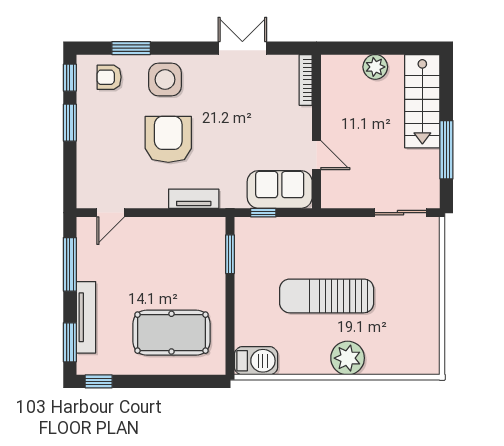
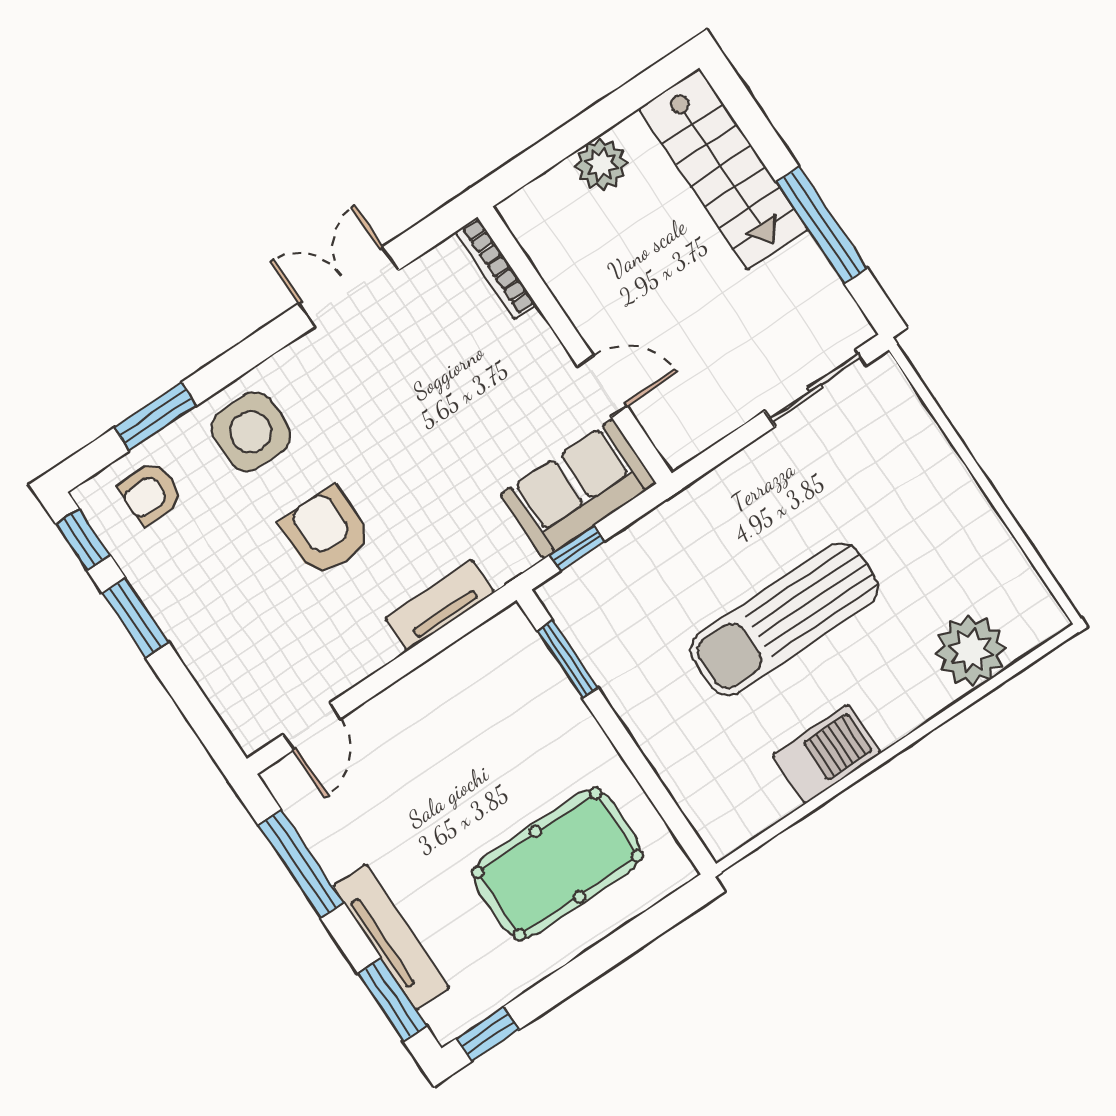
armchair: (168, 139) -> (326, 532), width x0.73, depth x0.73
plant: (348, 358) -> (971, 651), moved
barbecue: (256, 361) -> (826, 754), moved

